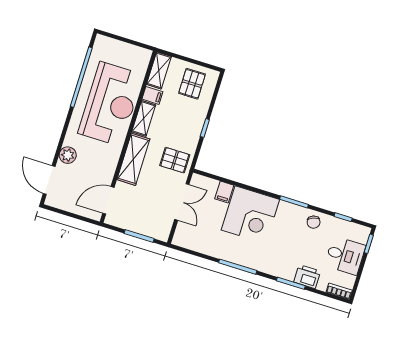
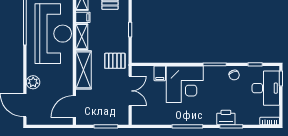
desk: (345, 256) -> (266, 88), width x1.37
printer: (307, 277) -> (226, 118), moved

